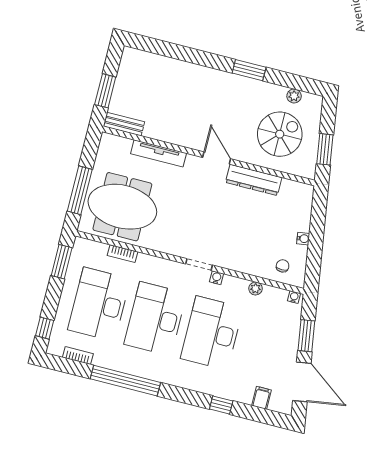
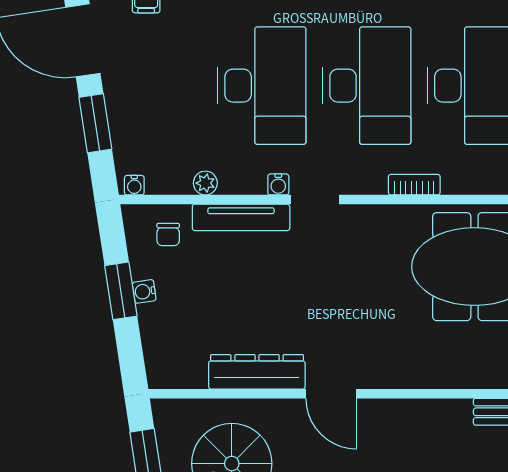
tv unit: (159, 153) -> (241, 217), moved, turned 180
window: (316, 242) -> (121, 291), added
bookcase: (122, 254) -> (414, 185), moved

